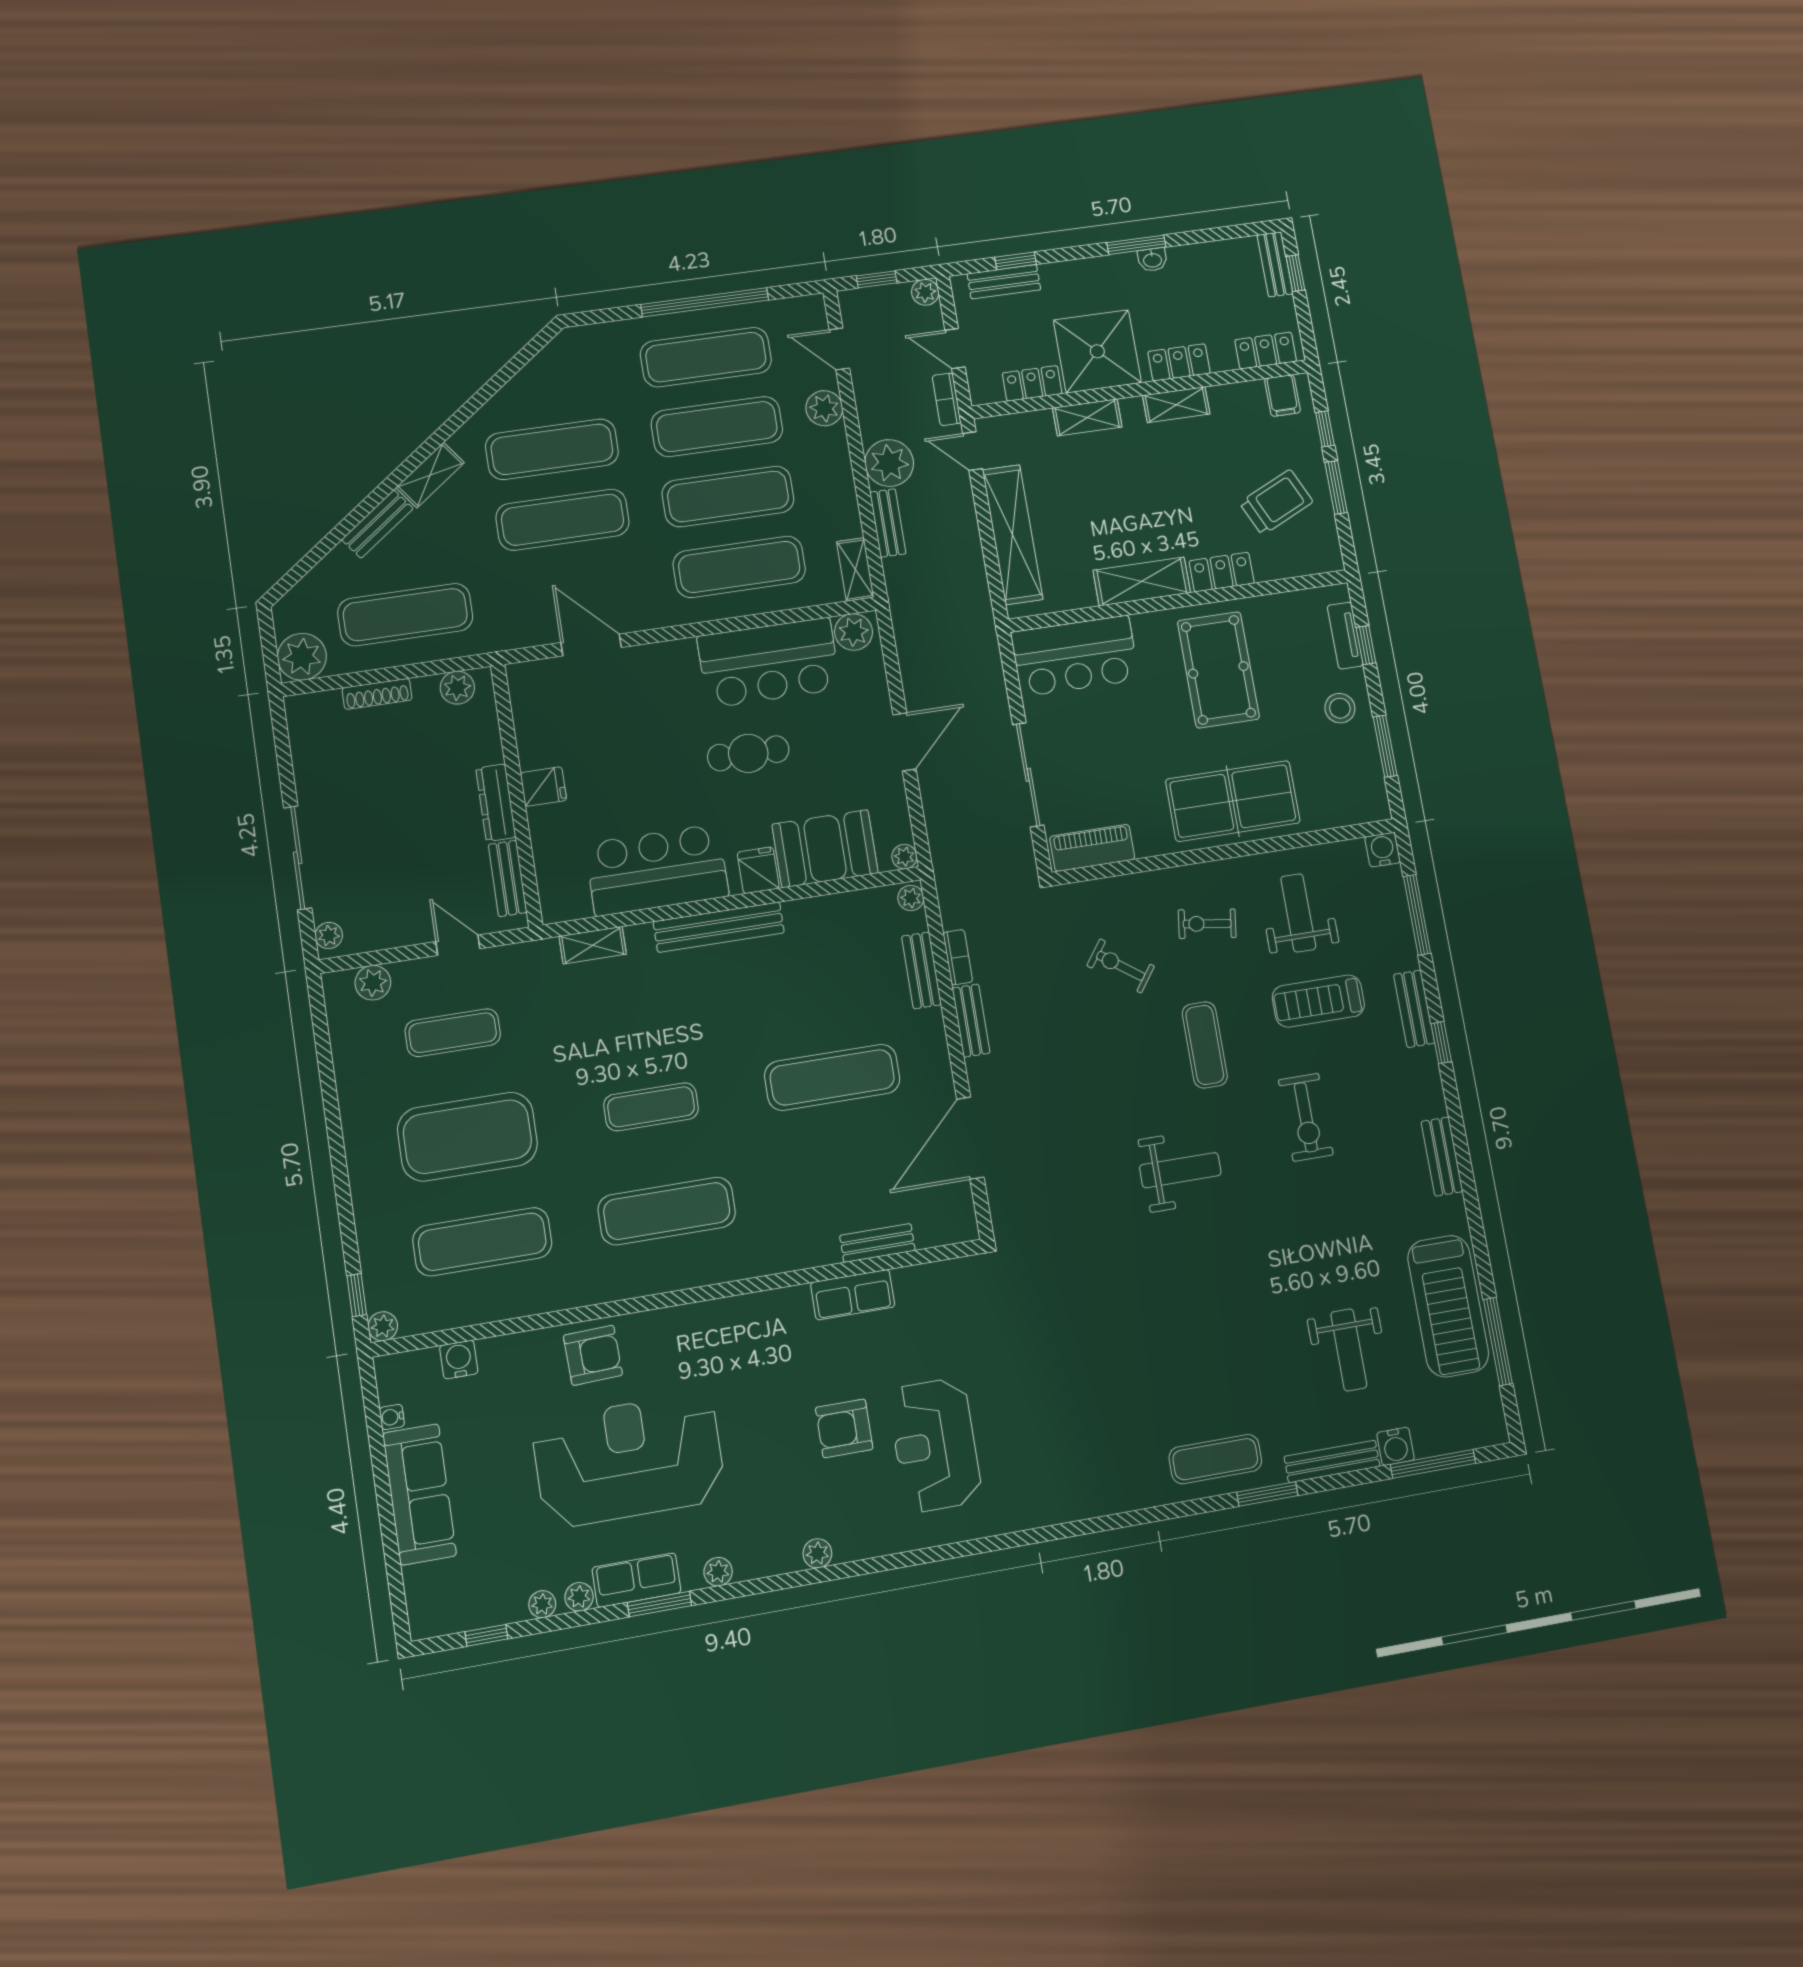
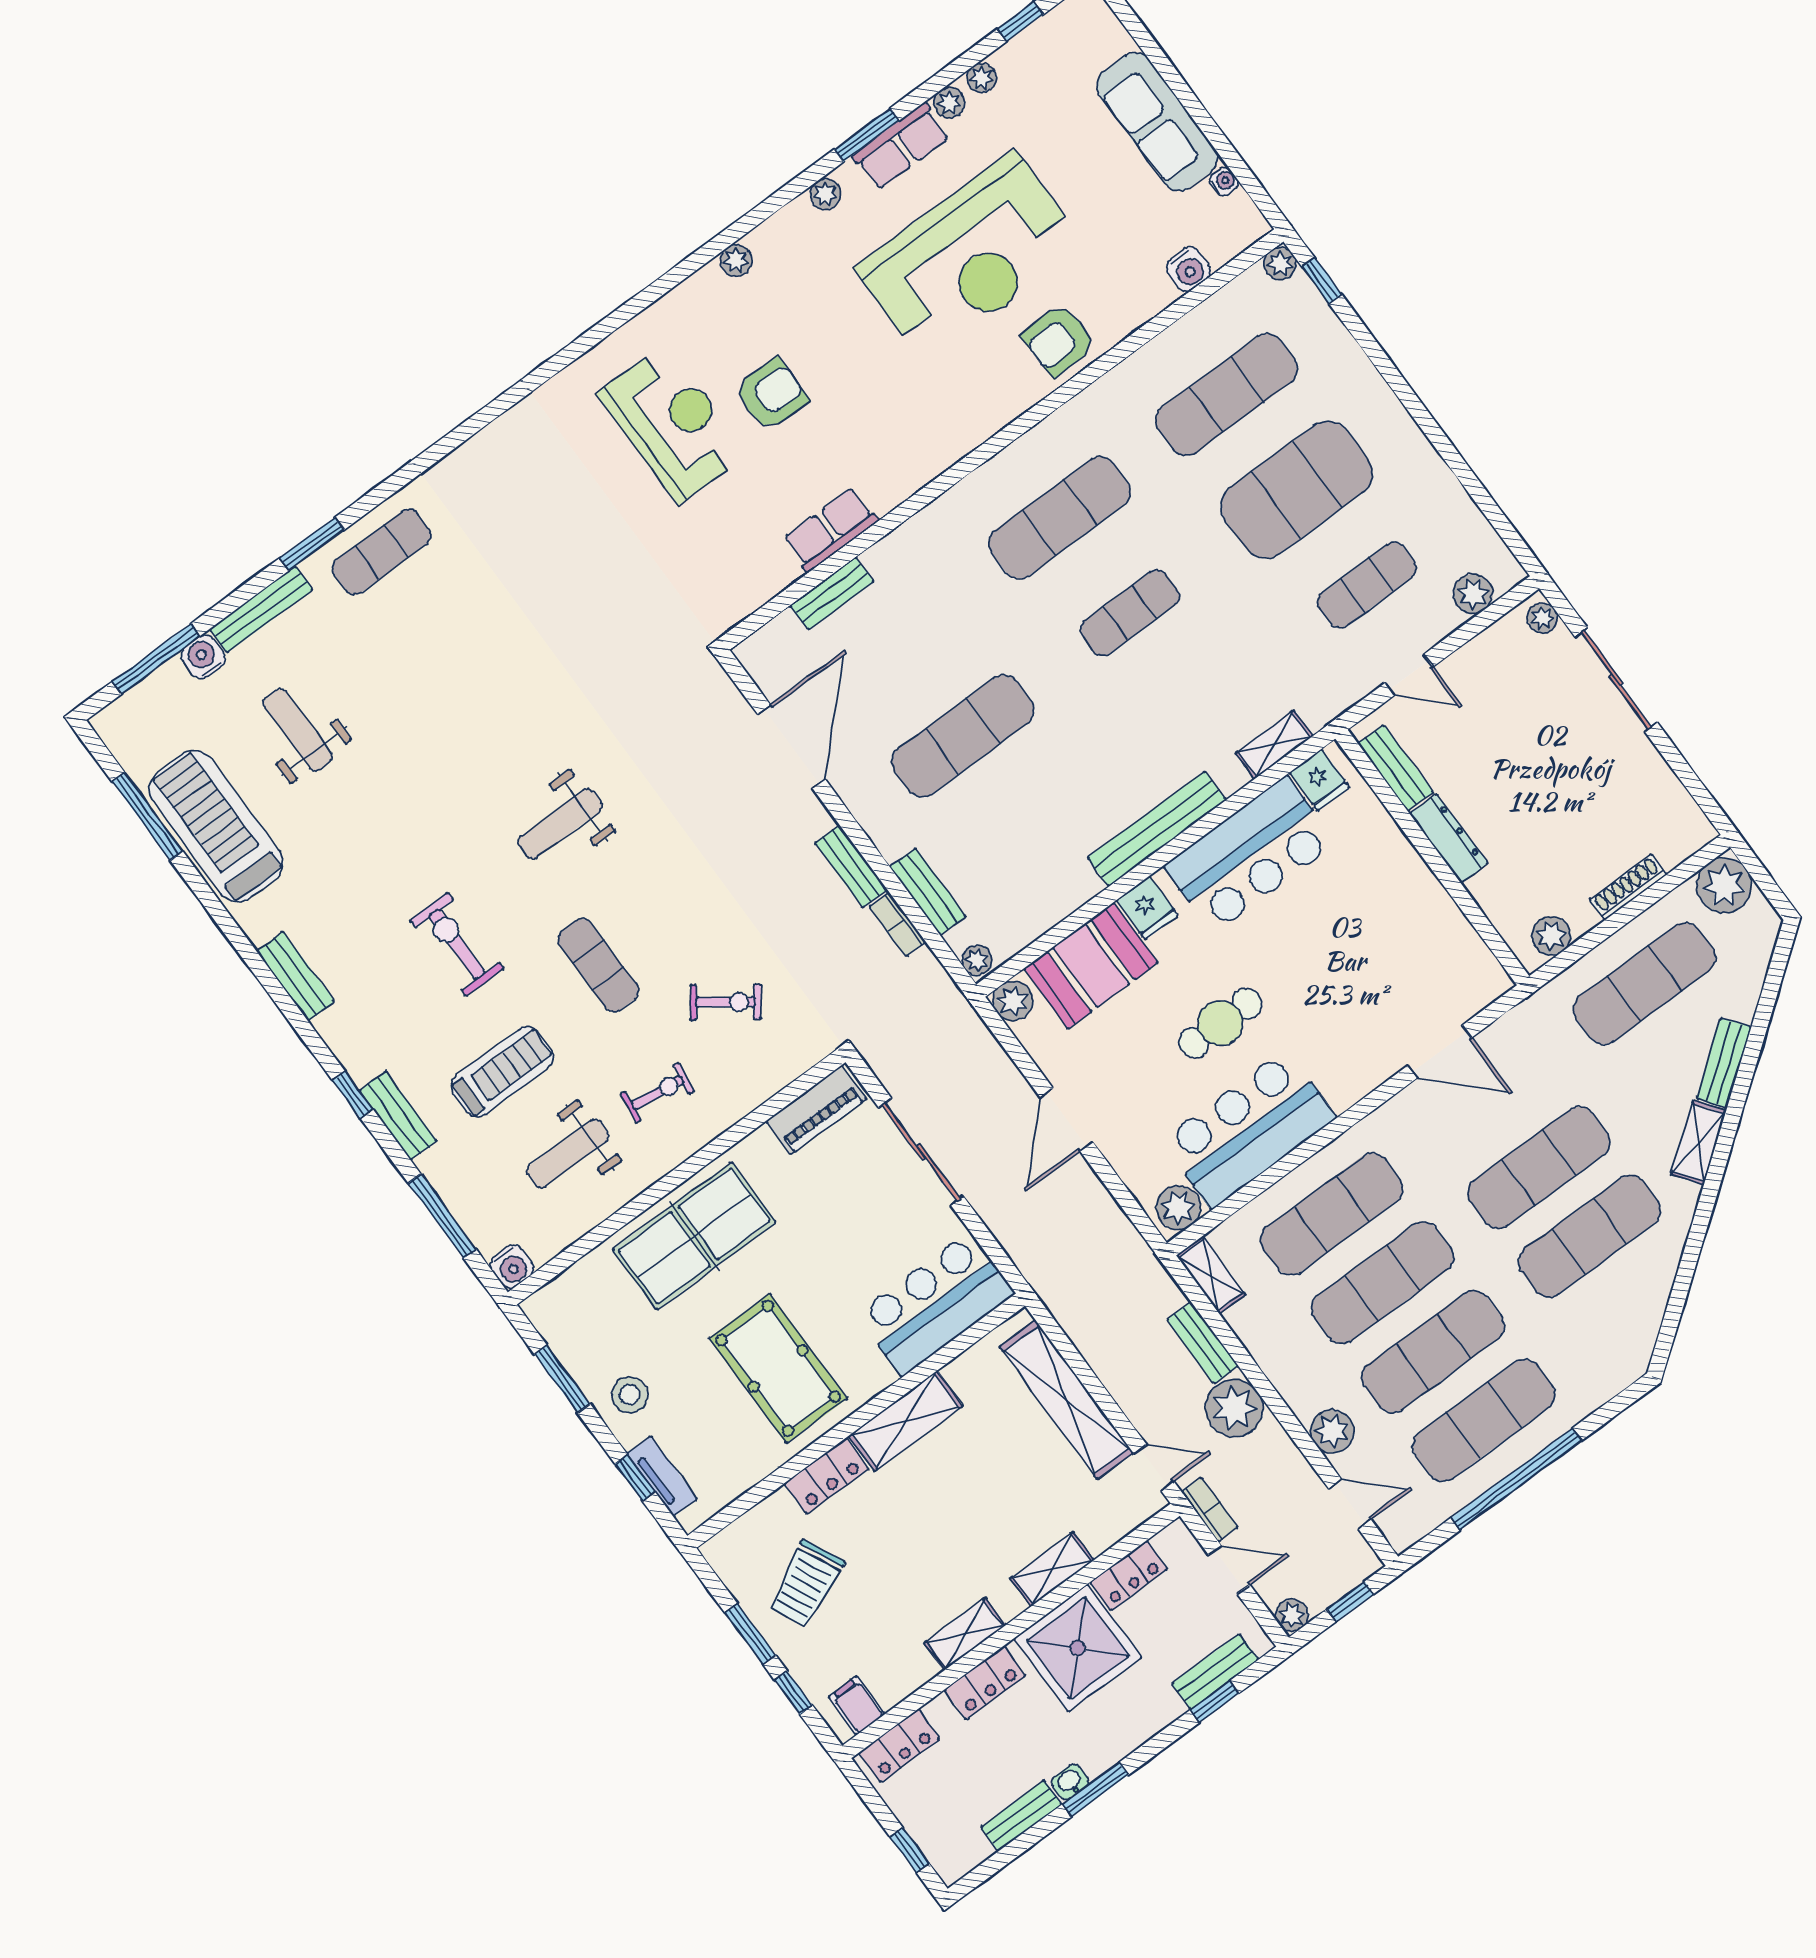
bench: (1275, 264) -> (1021, 1816), moved, turned 90
fridge: (543, 787) -> (1320, 780), moved, turned -90
plant: (904, 857) -> (1013, 1001), width x1.38, depth x1.38
weight bench: (1298, 913) -> (568, 1153), turned 90

